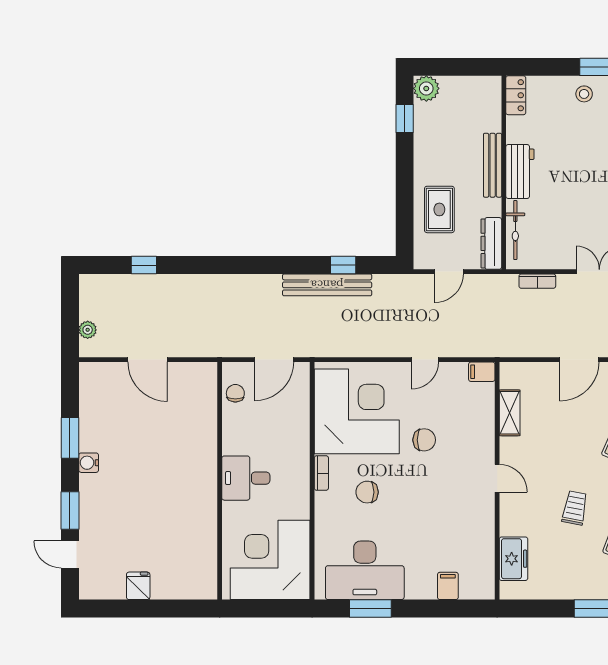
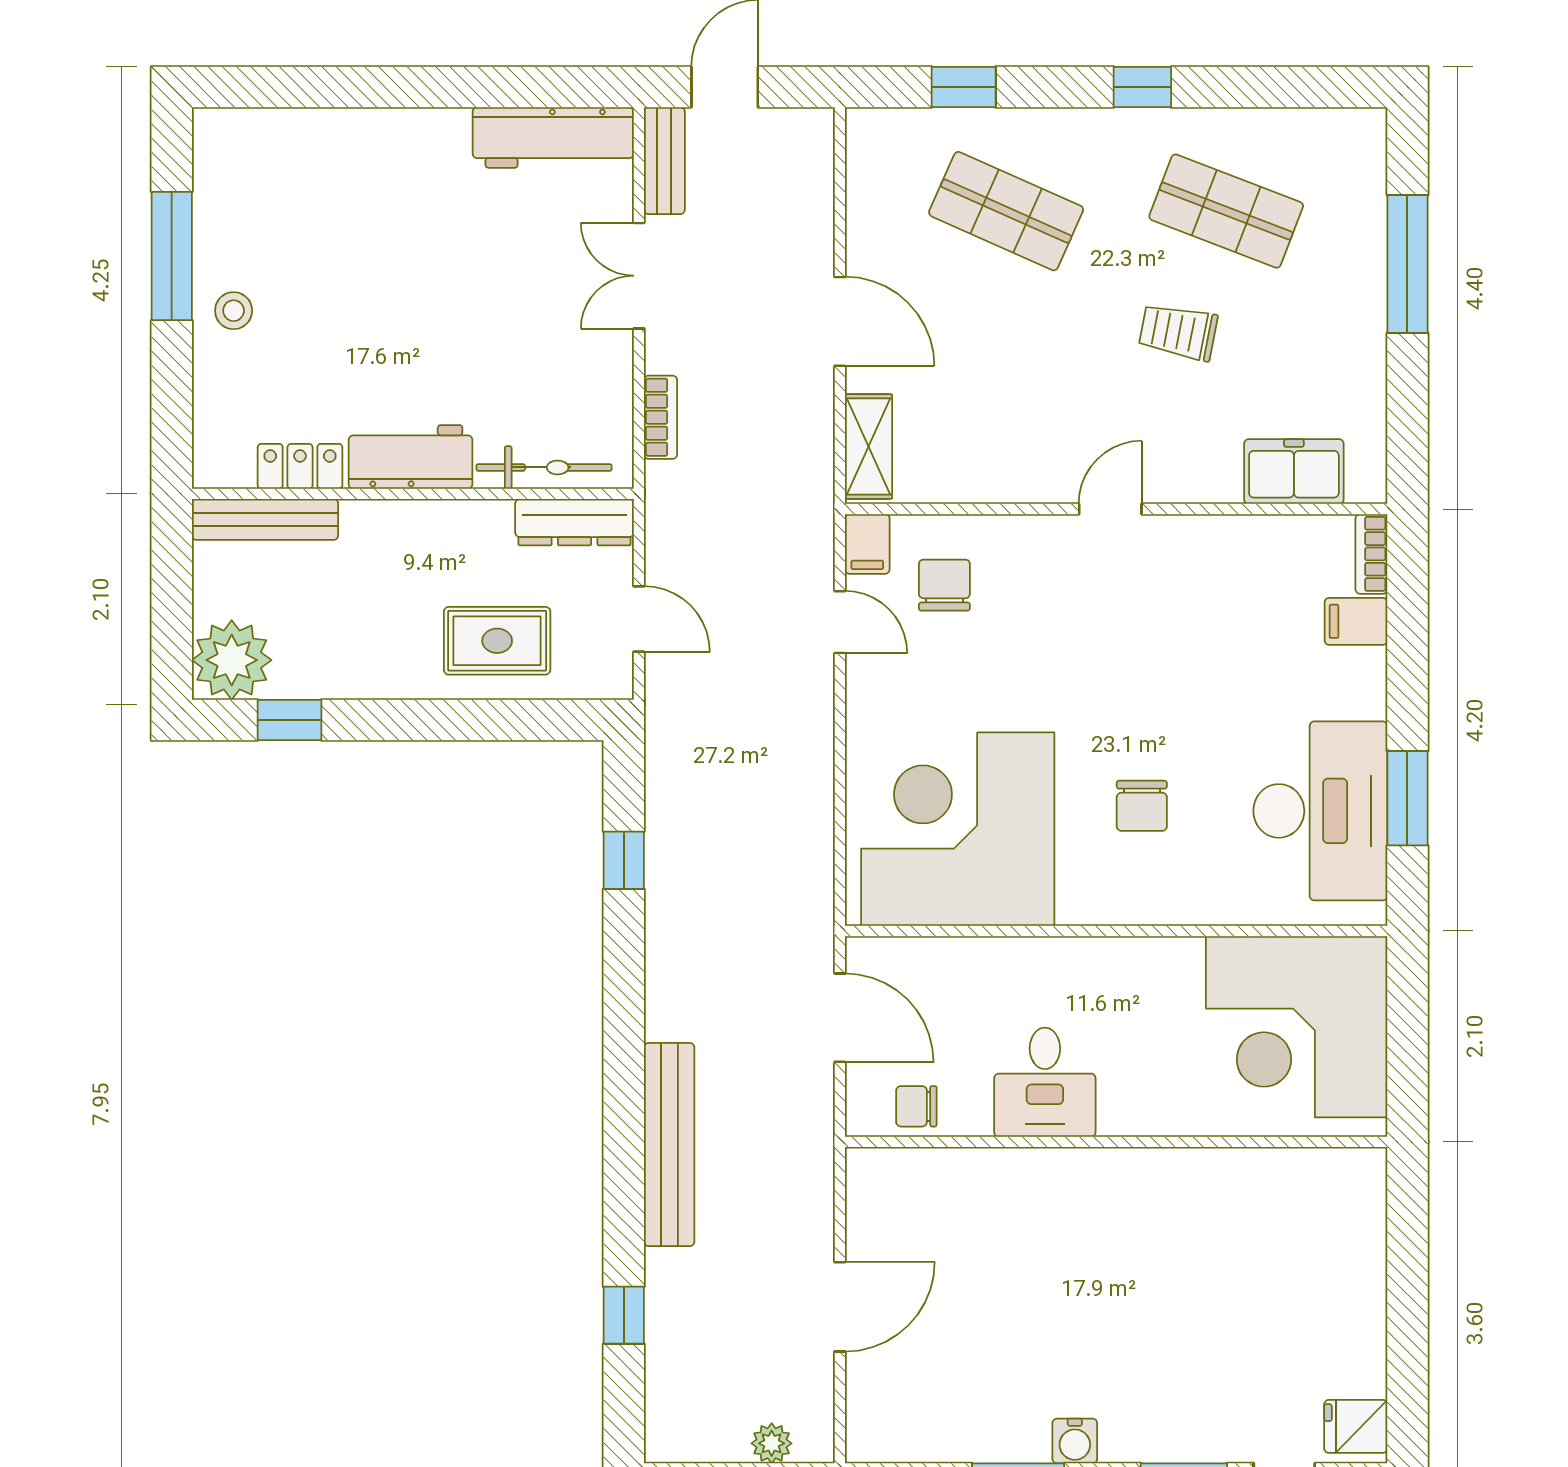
plant: (426, 88) -> (232, 660), width x1.36, depth x1.36
locker: (516, 95) -> (300, 466), moved
bench: (493, 165) -> (265, 519), moved
bench: (327, 285) -> (669, 1145), moved
door: (425, 360) -> (840, 622), moved
shelving: (510, 413) -> (868, 447), moved, turned 90
chair: (424, 440) -> (944, 585), moved
bookcase: (321, 473) -> (1371, 554), moved, turned -90
desk: (246, 478) -> (1045, 1082), moved
fridge: (138, 586) -> (1356, 1426), moved

